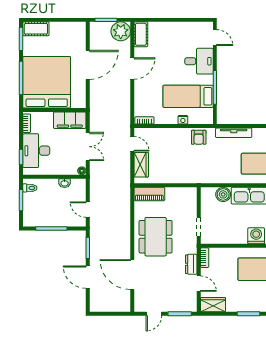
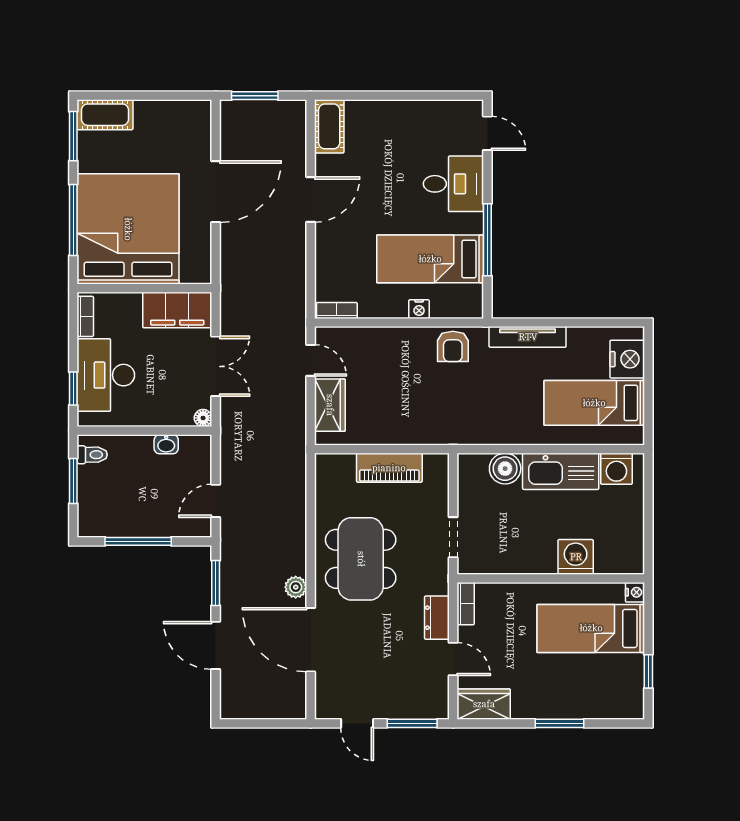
plant: (121, 31) -> (296, 587), moved, width x0.53, depth x0.53
piano: (149, 194) -> (389, 468), moved
door: (88, 210) -> (216, 501), hinge flipped
door: (154, 314) -> (357, 723), hinge flipped

